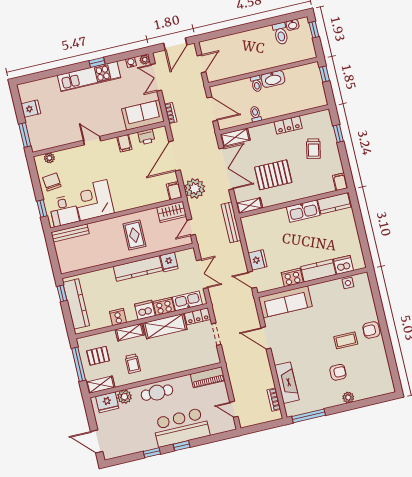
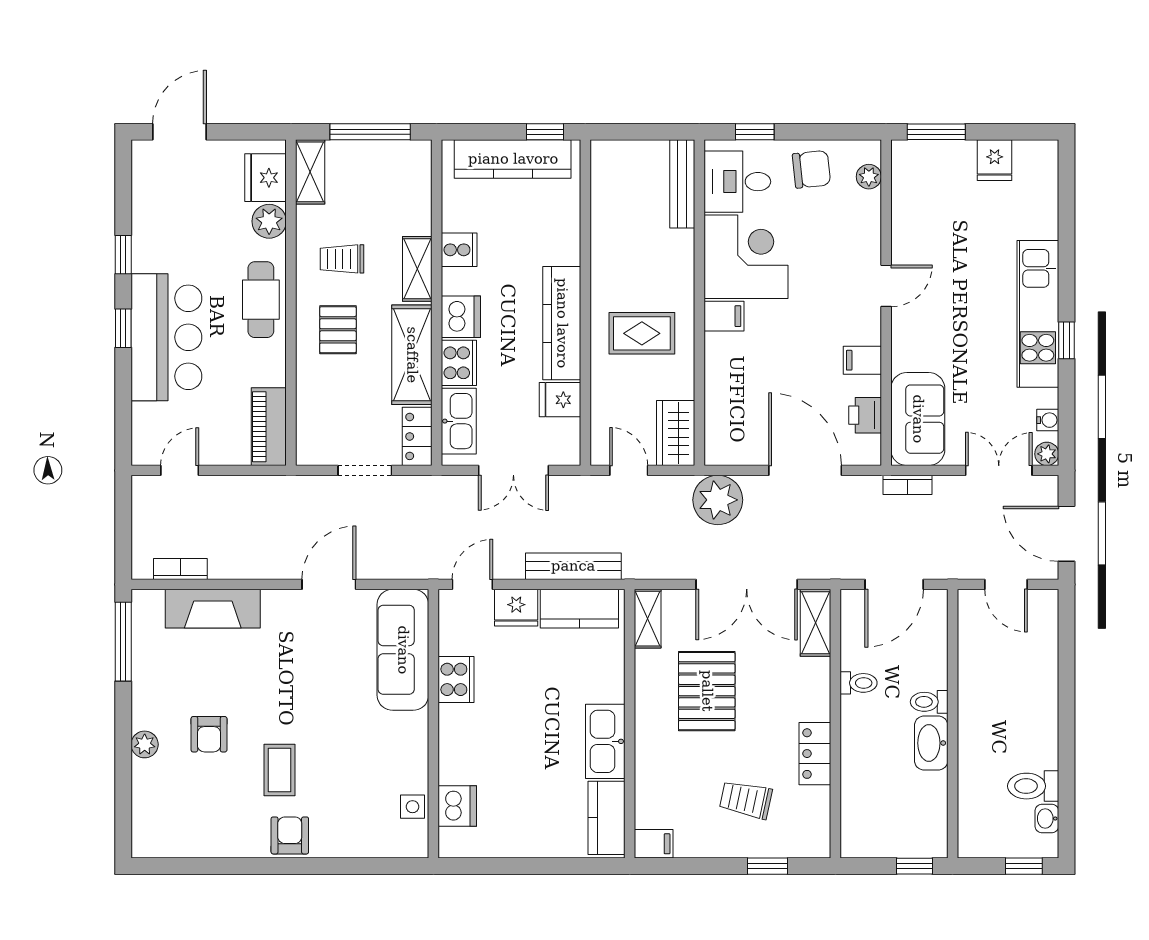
filing cabinet: (174, 191) -> (724, 316), moved
bench: (231, 222) -> (573, 566), moved
kitchen counter: (318, 271) -> (579, 609), moved, turned 90
pallet: (98, 356) -> (338, 330), moved

